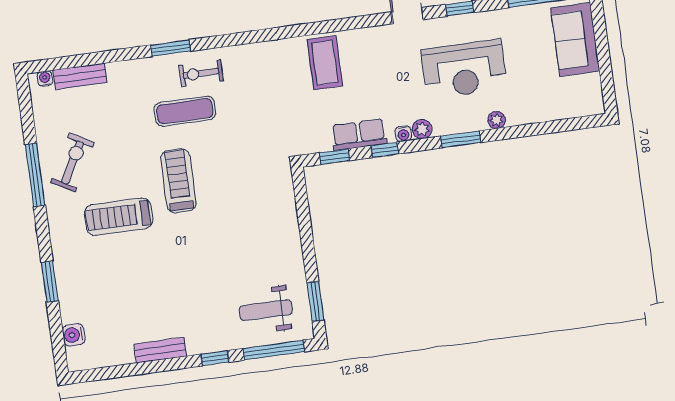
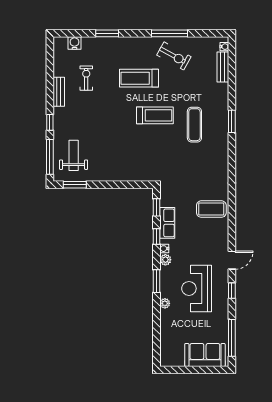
exercise bike: (201, 73) -> (86, 78), moved
treadmill: (119, 217) -> (139, 78), turned -90

